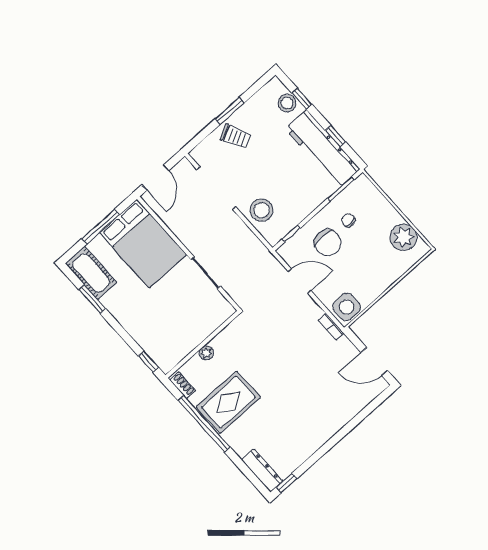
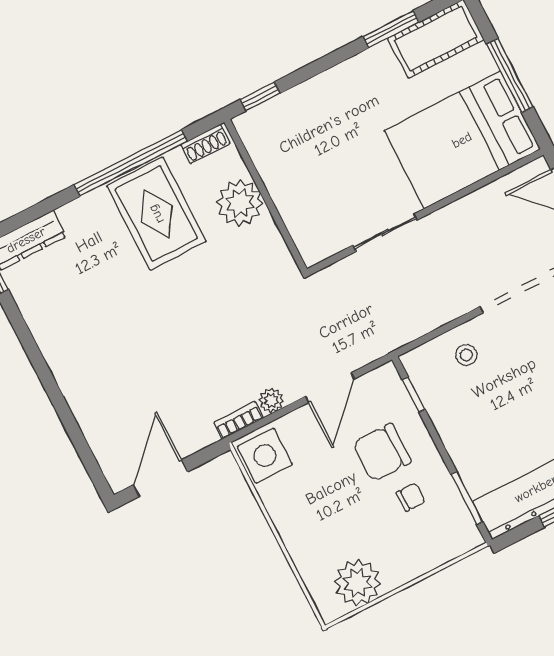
stool: (262, 210) -> (466, 355), width x0.53, depth x0.53
plant: (315, 311) -> (271, 400), added
plant: (206, 353) -> (240, 203), width x1.88, depth x1.88

